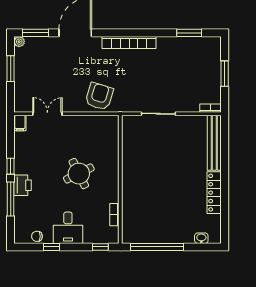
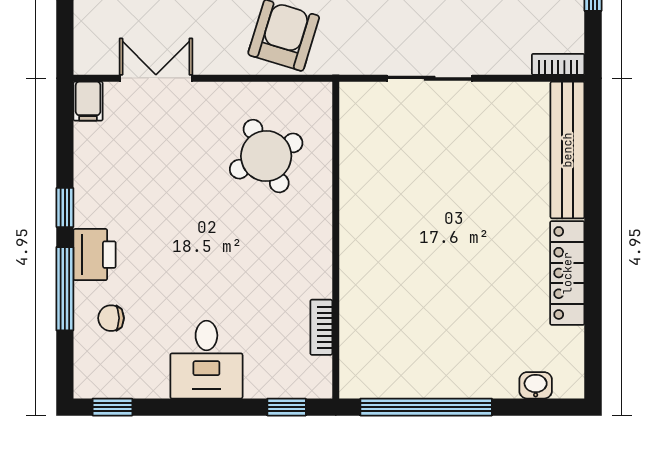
round table: (79, 174) -> (266, 156), moved
chair: (37, 236) -> (111, 318), moved
window: (51, 247) -> (112, 407), moved

